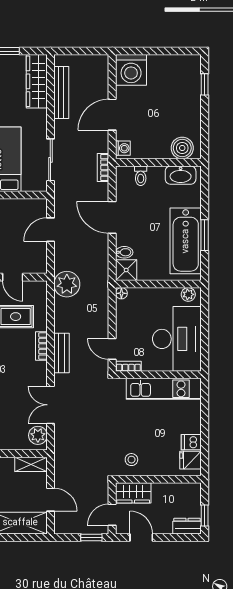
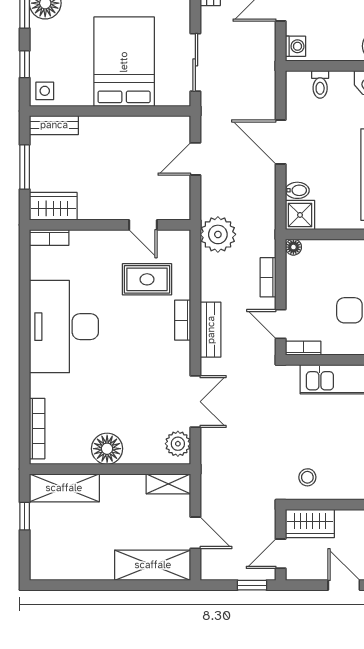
bookcase: (103, 168) -> (268, 277), moved
double door: (50, 405) -> (195, 402), swing flipped
door: (141, 538) -> (344, 585), moved

